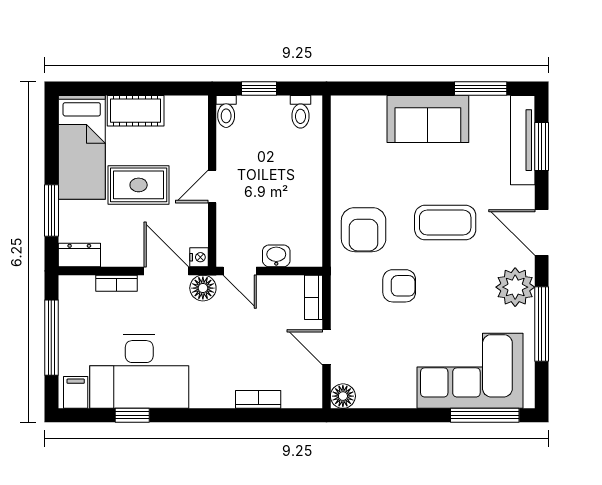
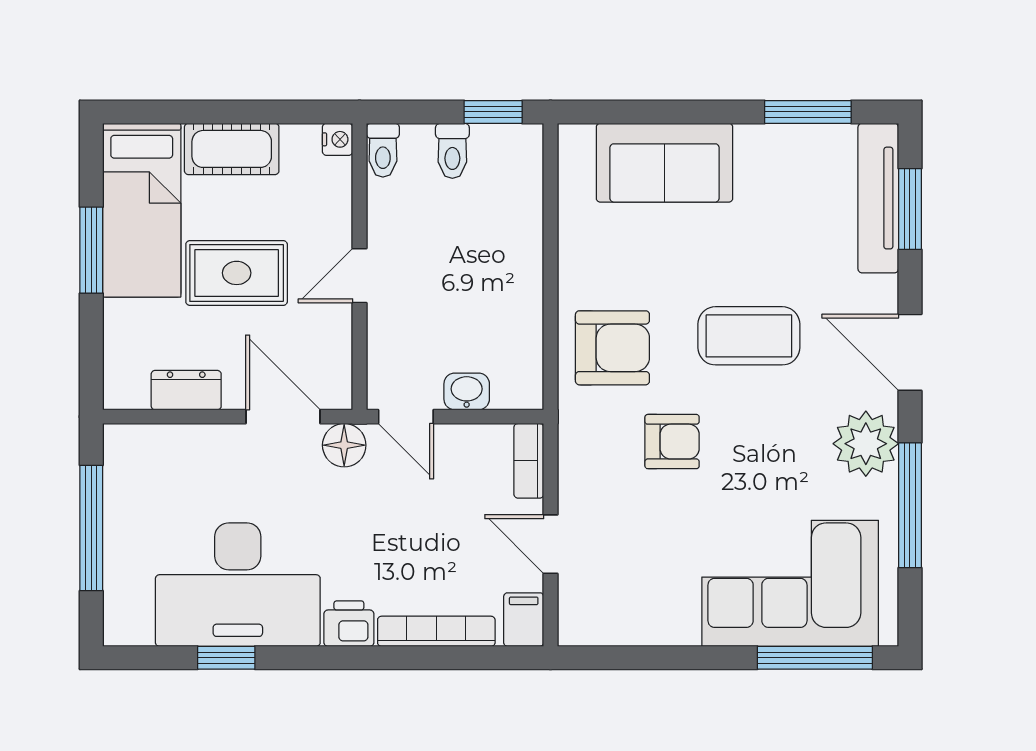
window: (259, 88) -> (493, 112), moved
toilet: (300, 112) -> (452, 151), moved
sofa: (428, 119) -> (665, 163), moved
window: (51, 211) -> (91, 250), moved
armchair: (364, 230) -> (612, 348), turned -90
dresser: (79, 255) -> (186, 390), moved
nightstand: (199, 257) -> (338, 139), moved
bookcase: (116, 283) -> (200, 437), removed
filing cabinet: (76, 392) -> (524, 620), moved
printer: (206, 395) -> (349, 624), added
floor lamp: (343, 396) -> (578, 626), removed
bookcase: (258, 399) -> (436, 631), width x1.56

